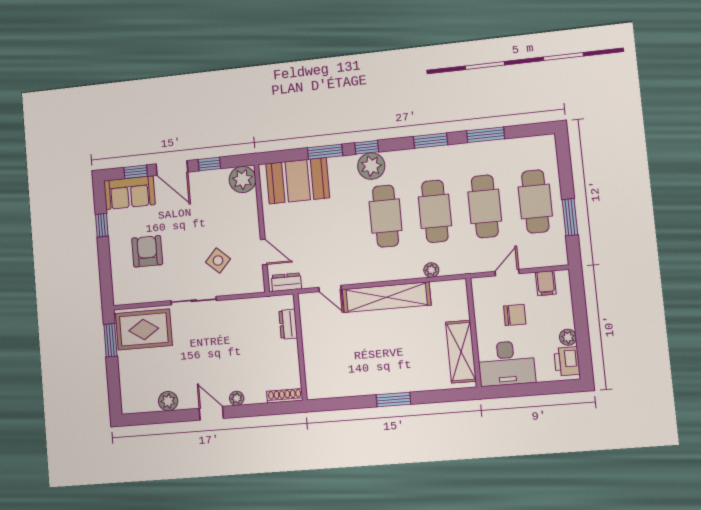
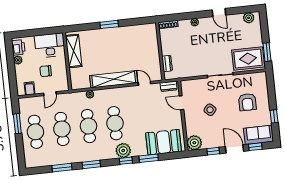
side table: (218, 261) -> (210, 110), moved
plant: (168, 401) -> (249, 18), moved
door: (211, 413) -> (219, 12), moved

